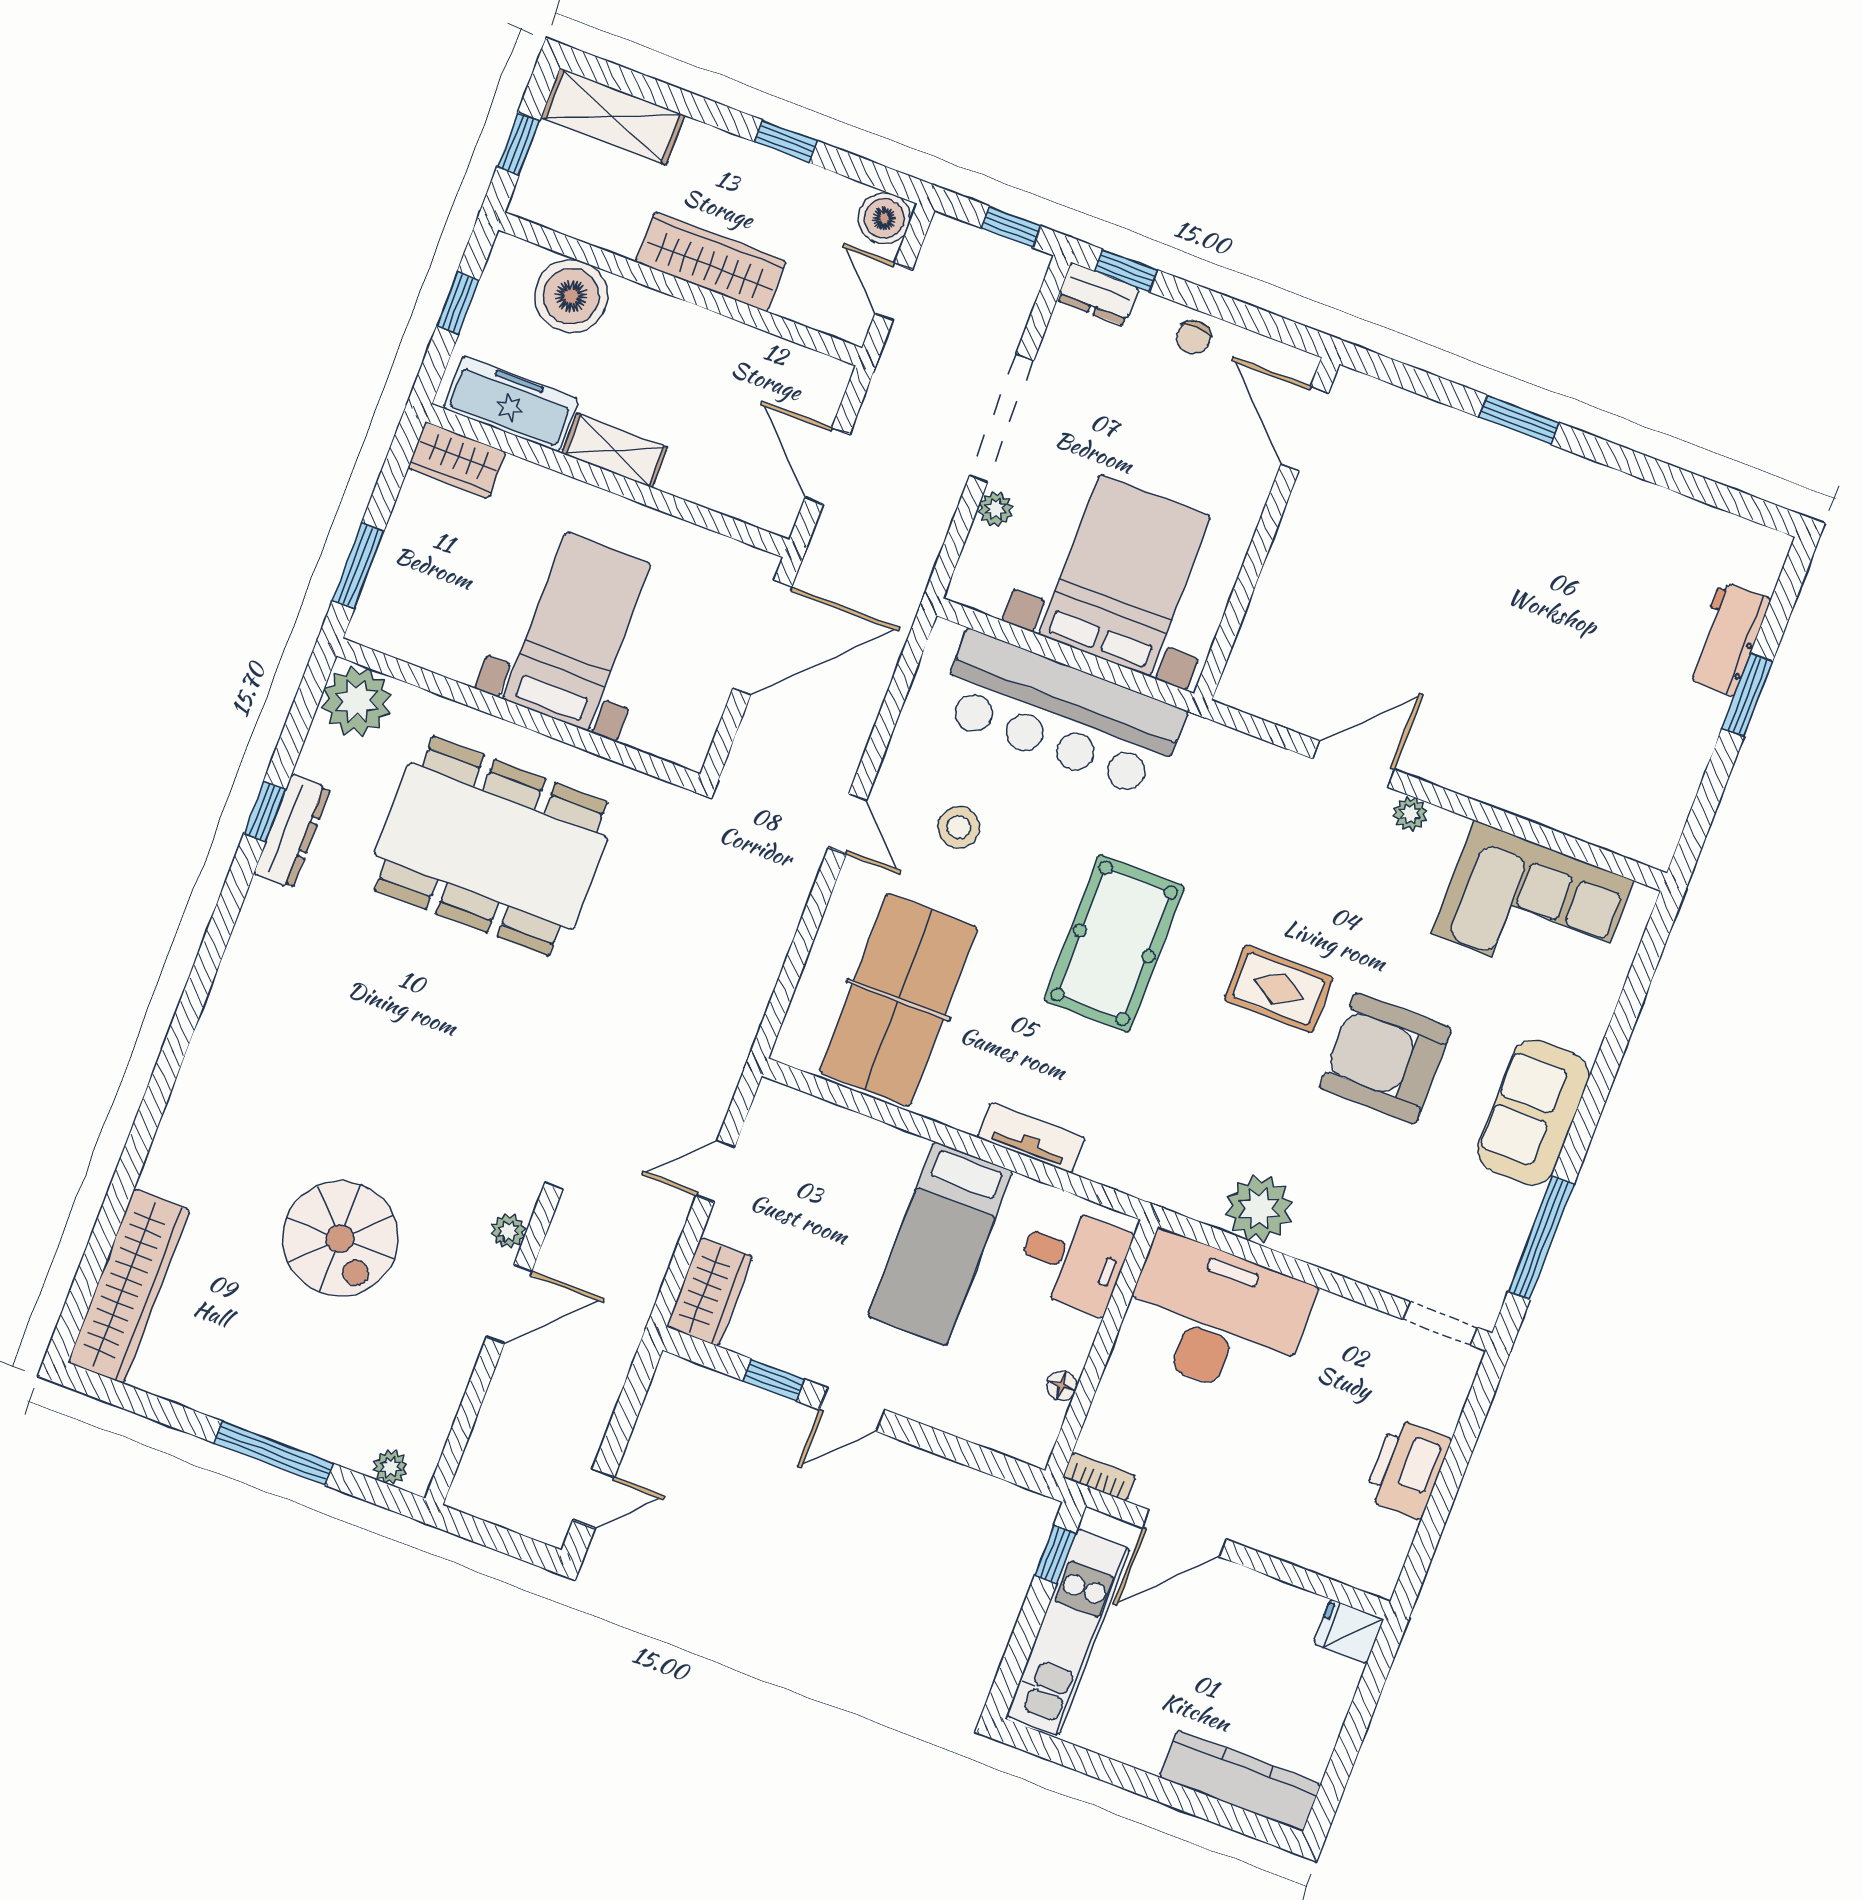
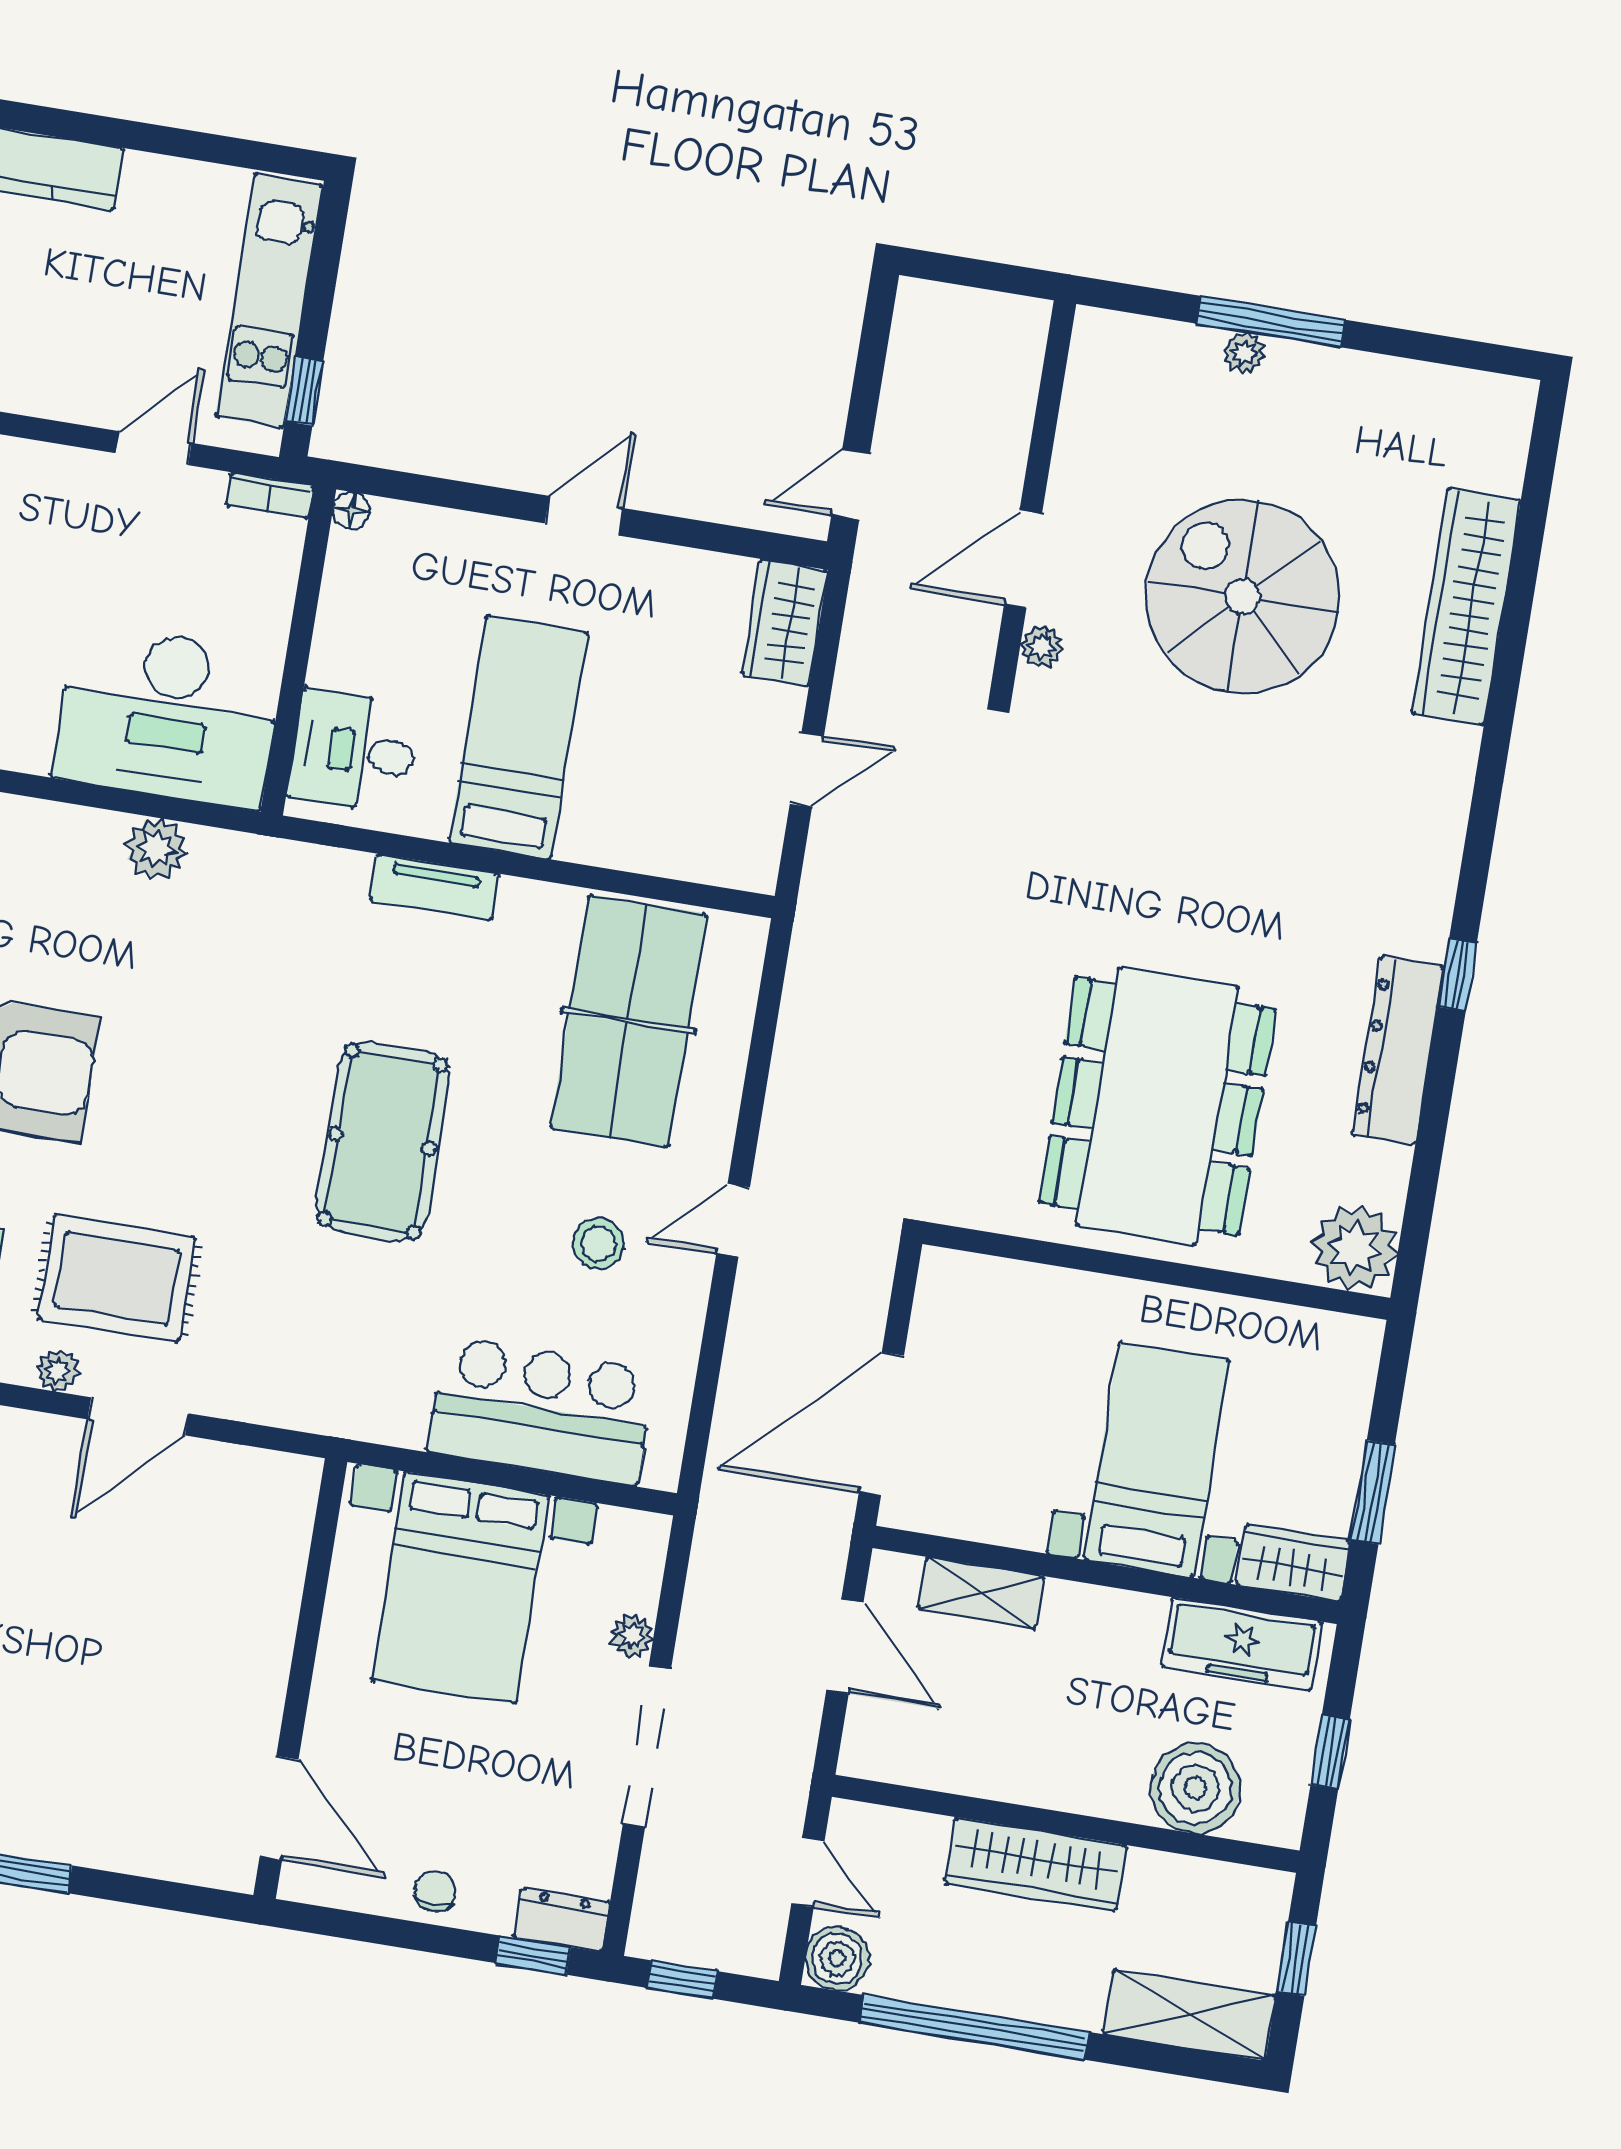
window: (786, 141) -> (974, 2027), width x3.17
shelving: (615, 450) -> (981, 1593), moved
window: (358, 566) -> (1373, 1492), moved
bed with nightstands: (577, 631) -> (1156, 1460), moved, turned 180
bar counter: (1061, 714) -> (541, 1411), width x0.73
window: (265, 812) -> (1457, 975), moved
door: (848, 824) -> (733, 1220), hinge flipped
dresser: (292, 831) -> (1398, 1050), width x1.37, depth x1.24
dining table: (491, 846) -> (1157, 1106), turned 90
rug: (1279, 989) -> (117, 1278), moved, width x1.36, depth x1.43
plant: (1259, 1208) -> (156, 849), width x0.73, depth x0.73
spiral stairs: (340, 1238) -> (1242, 596), width x1.37, depth x1.37
wardrobe: (129, 1286) -> (1466, 607), moved
window: (774, 1380) -> (686, 532), removed
floor lamp: (1062, 1386) -> (351, 510), moved
plant: (391, 1467) -> (1244, 353), moved
door: (594, 1498) -> (851, 484), moved
door: (1184, 1533) -> (153, 448), width x0.73

